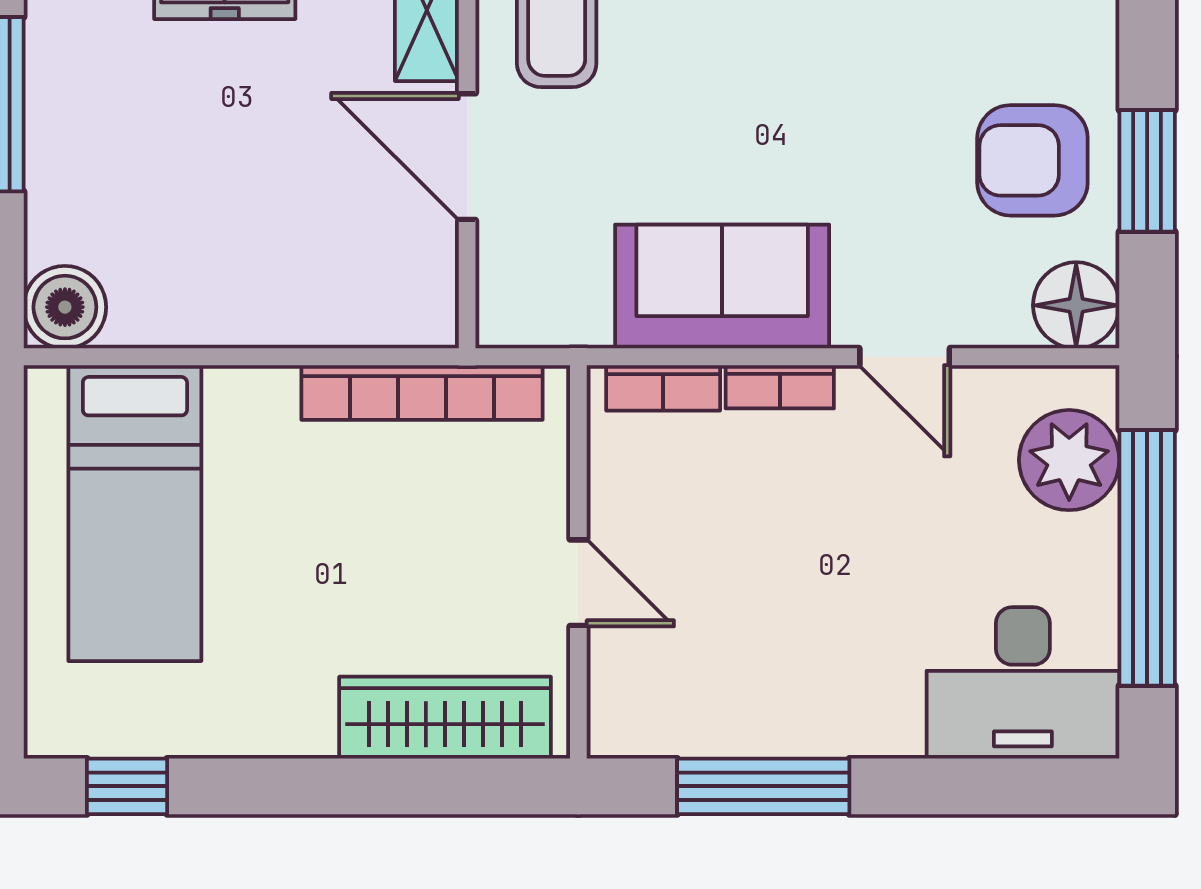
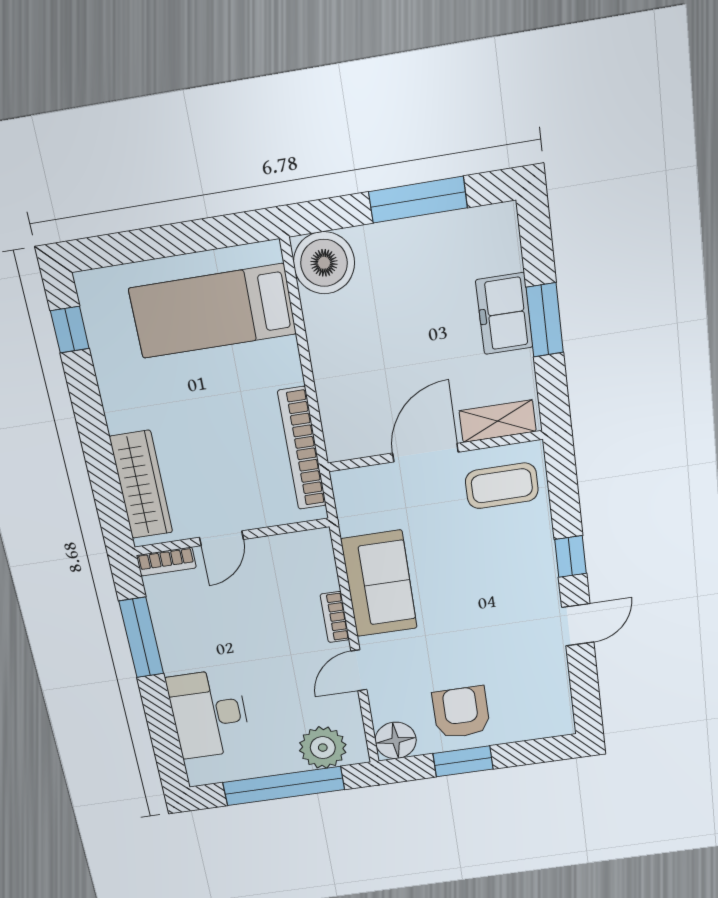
boiler: (65, 307) -> (324, 263), width x1.37, depth x1.37
bookcase: (663, 388) -> (166, 562), moved, turned -90
desk: (1023, 683) -> (209, 714), moved

